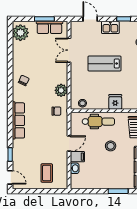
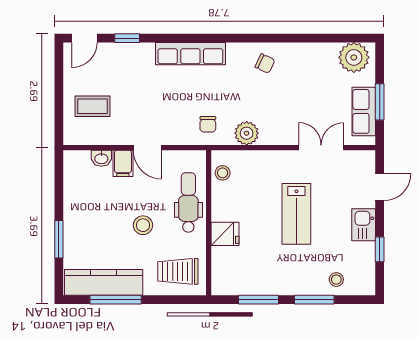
lab bench: (104, 64) -> (296, 214), turned 180
dental chair: (98, 122) -> (188, 202), turned 180

